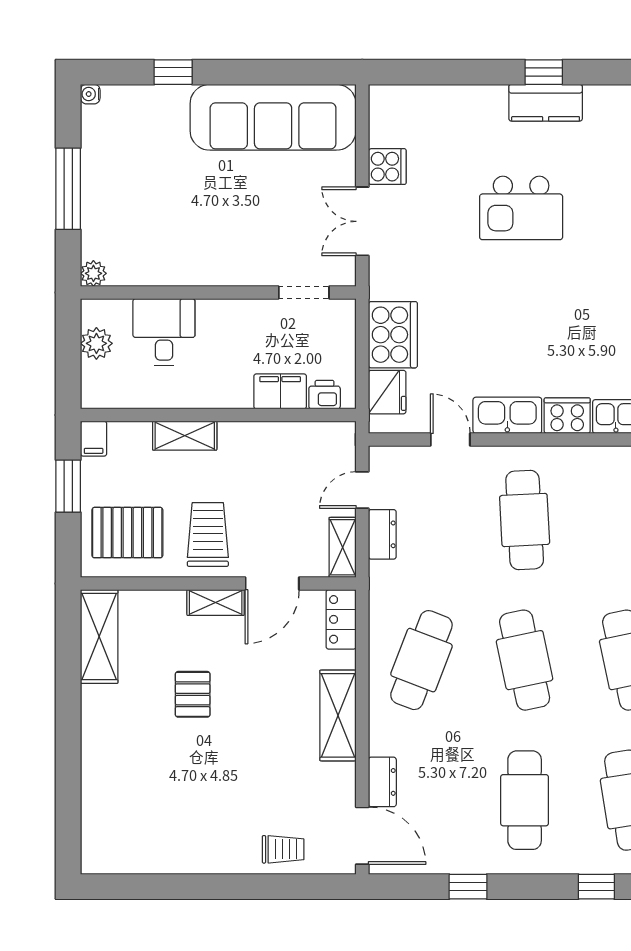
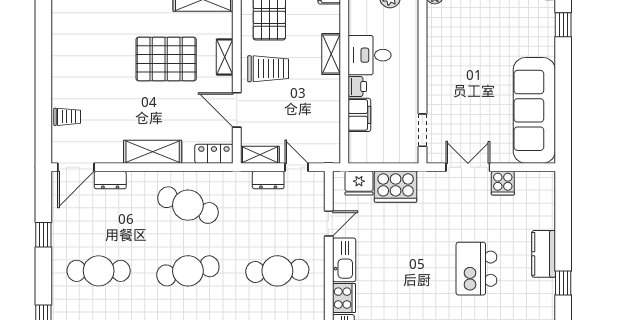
window: (173, 72) -> (563, 25), moved
kitchen counter: (546, 103) -> (544, 254), moved
desk: (164, 332) -> (370, 55), moved, turned 180
printer: (325, 395) -> (357, 87), moved
shelving: (216, 602) -> (225, 57), moved
pallet: (193, 694) -> (166, 59), width x2.05, depth x2.00
trolley: (283, 849) -> (67, 117), turned -90

